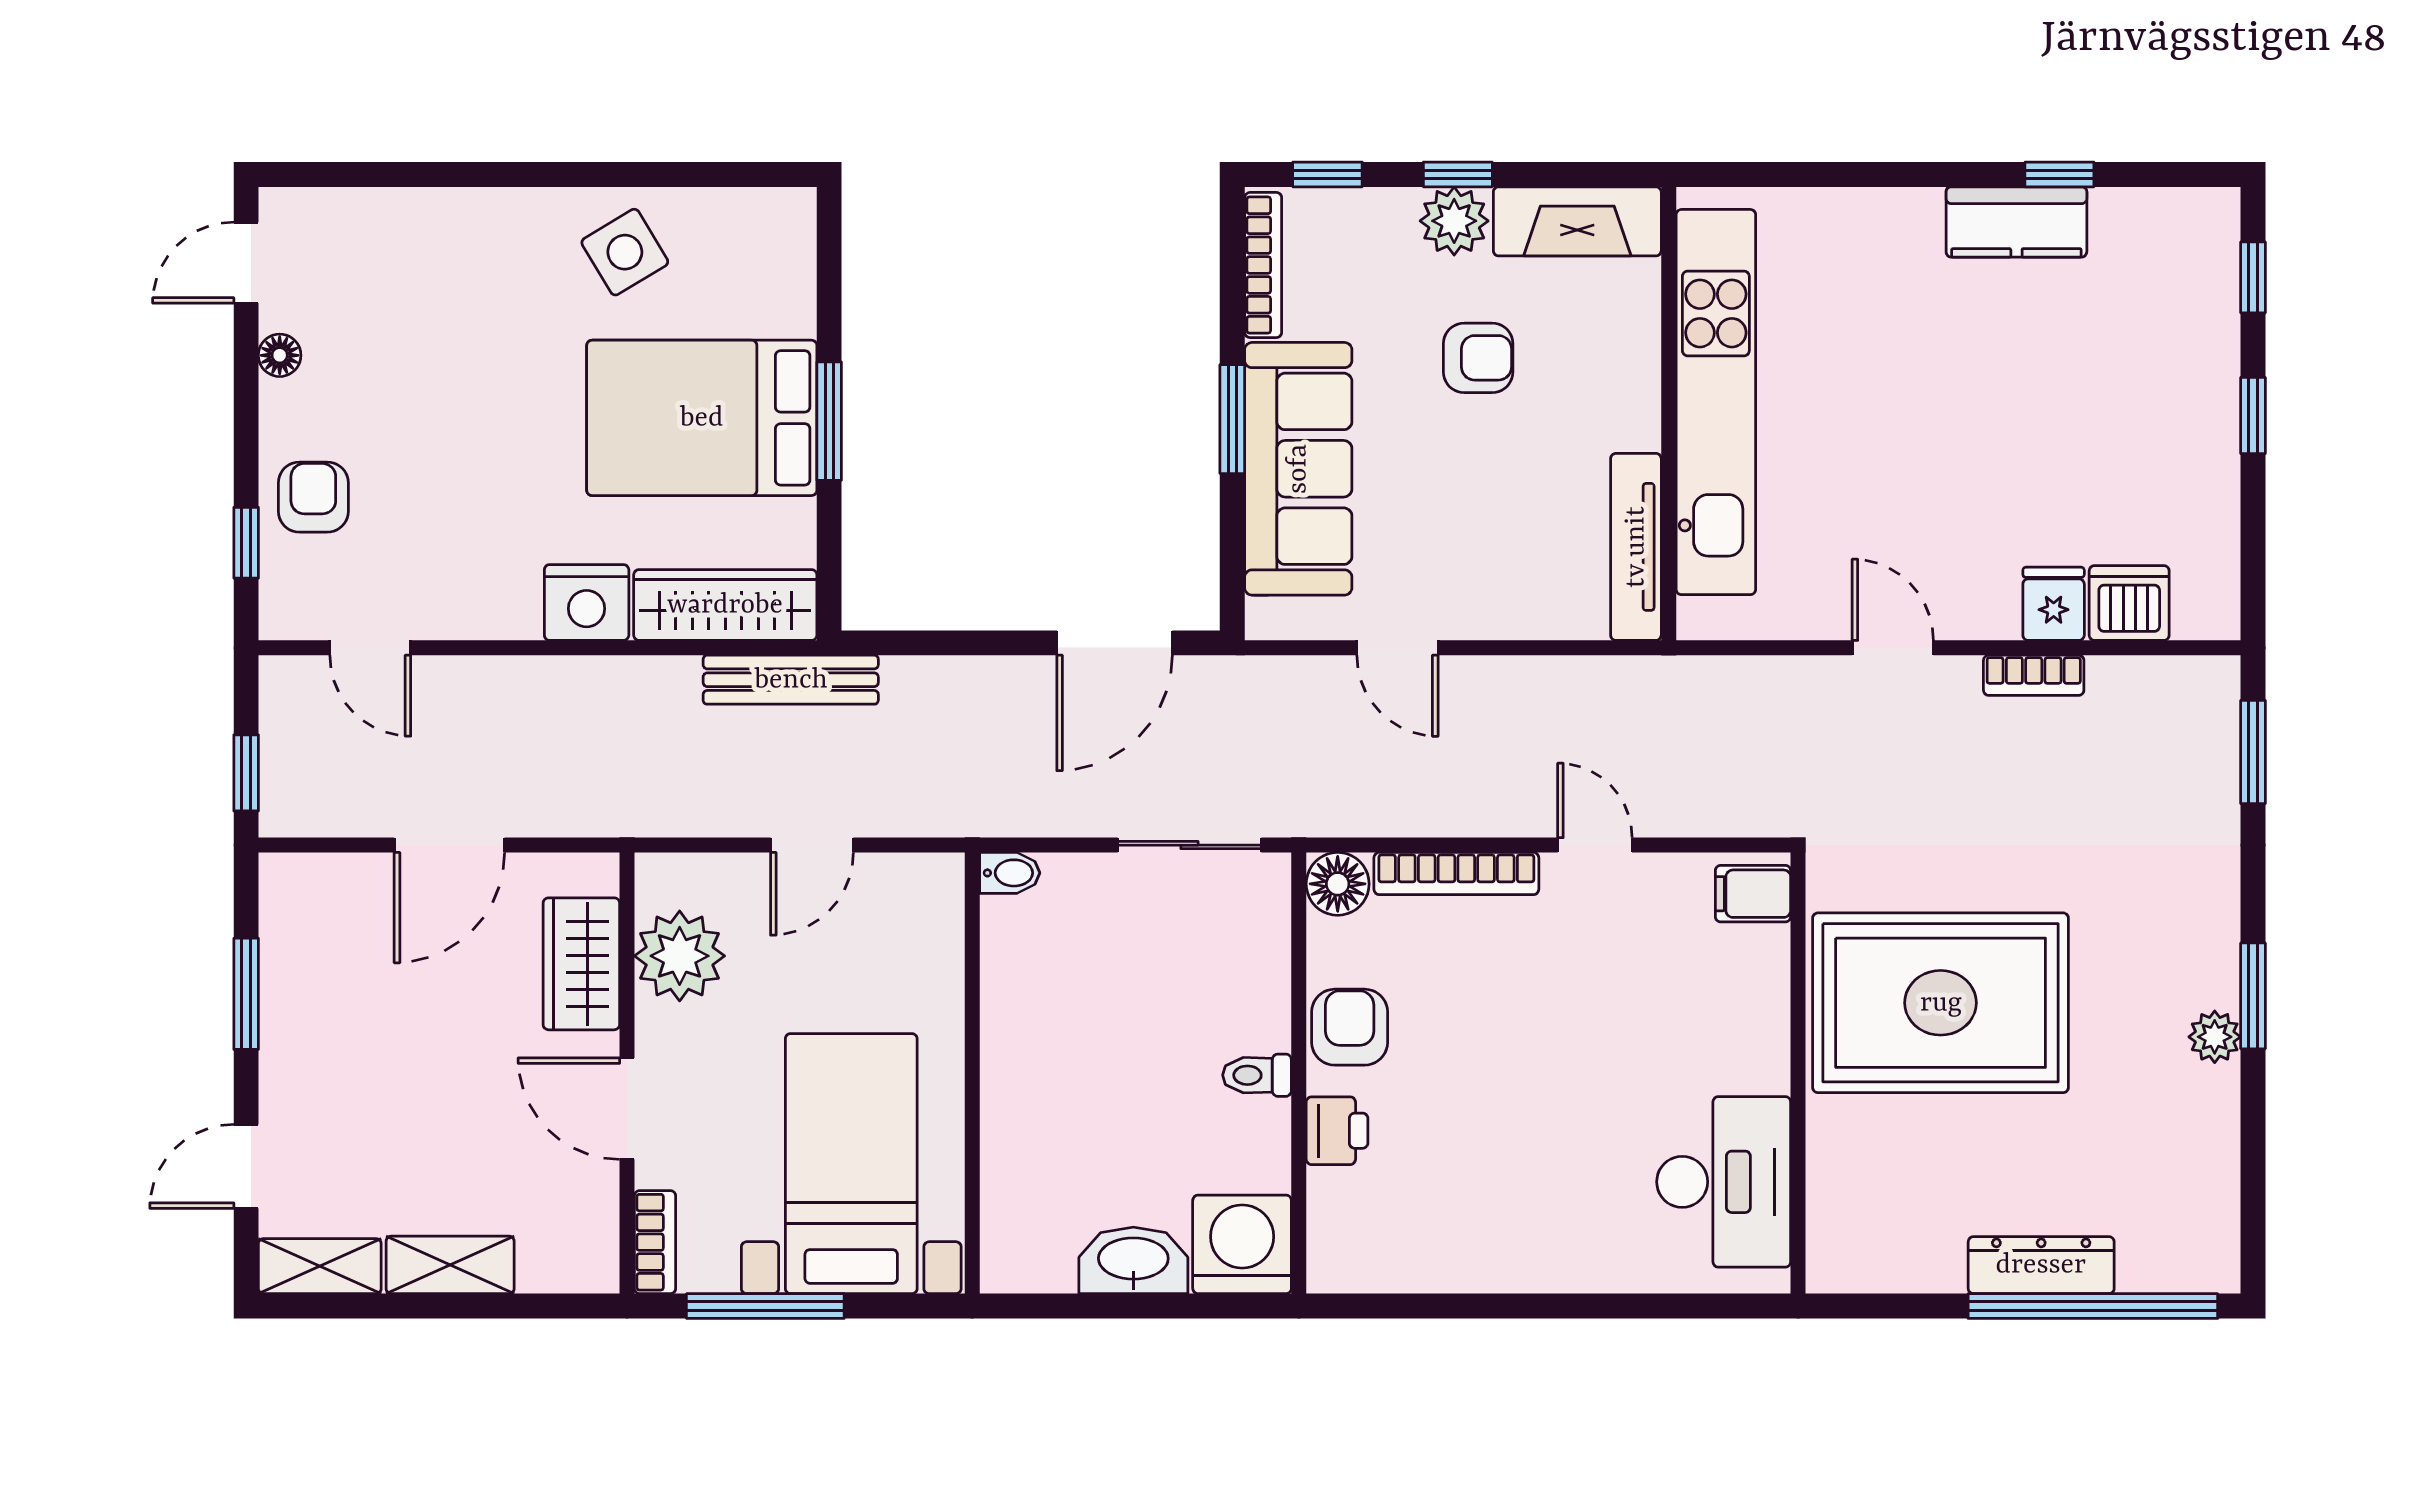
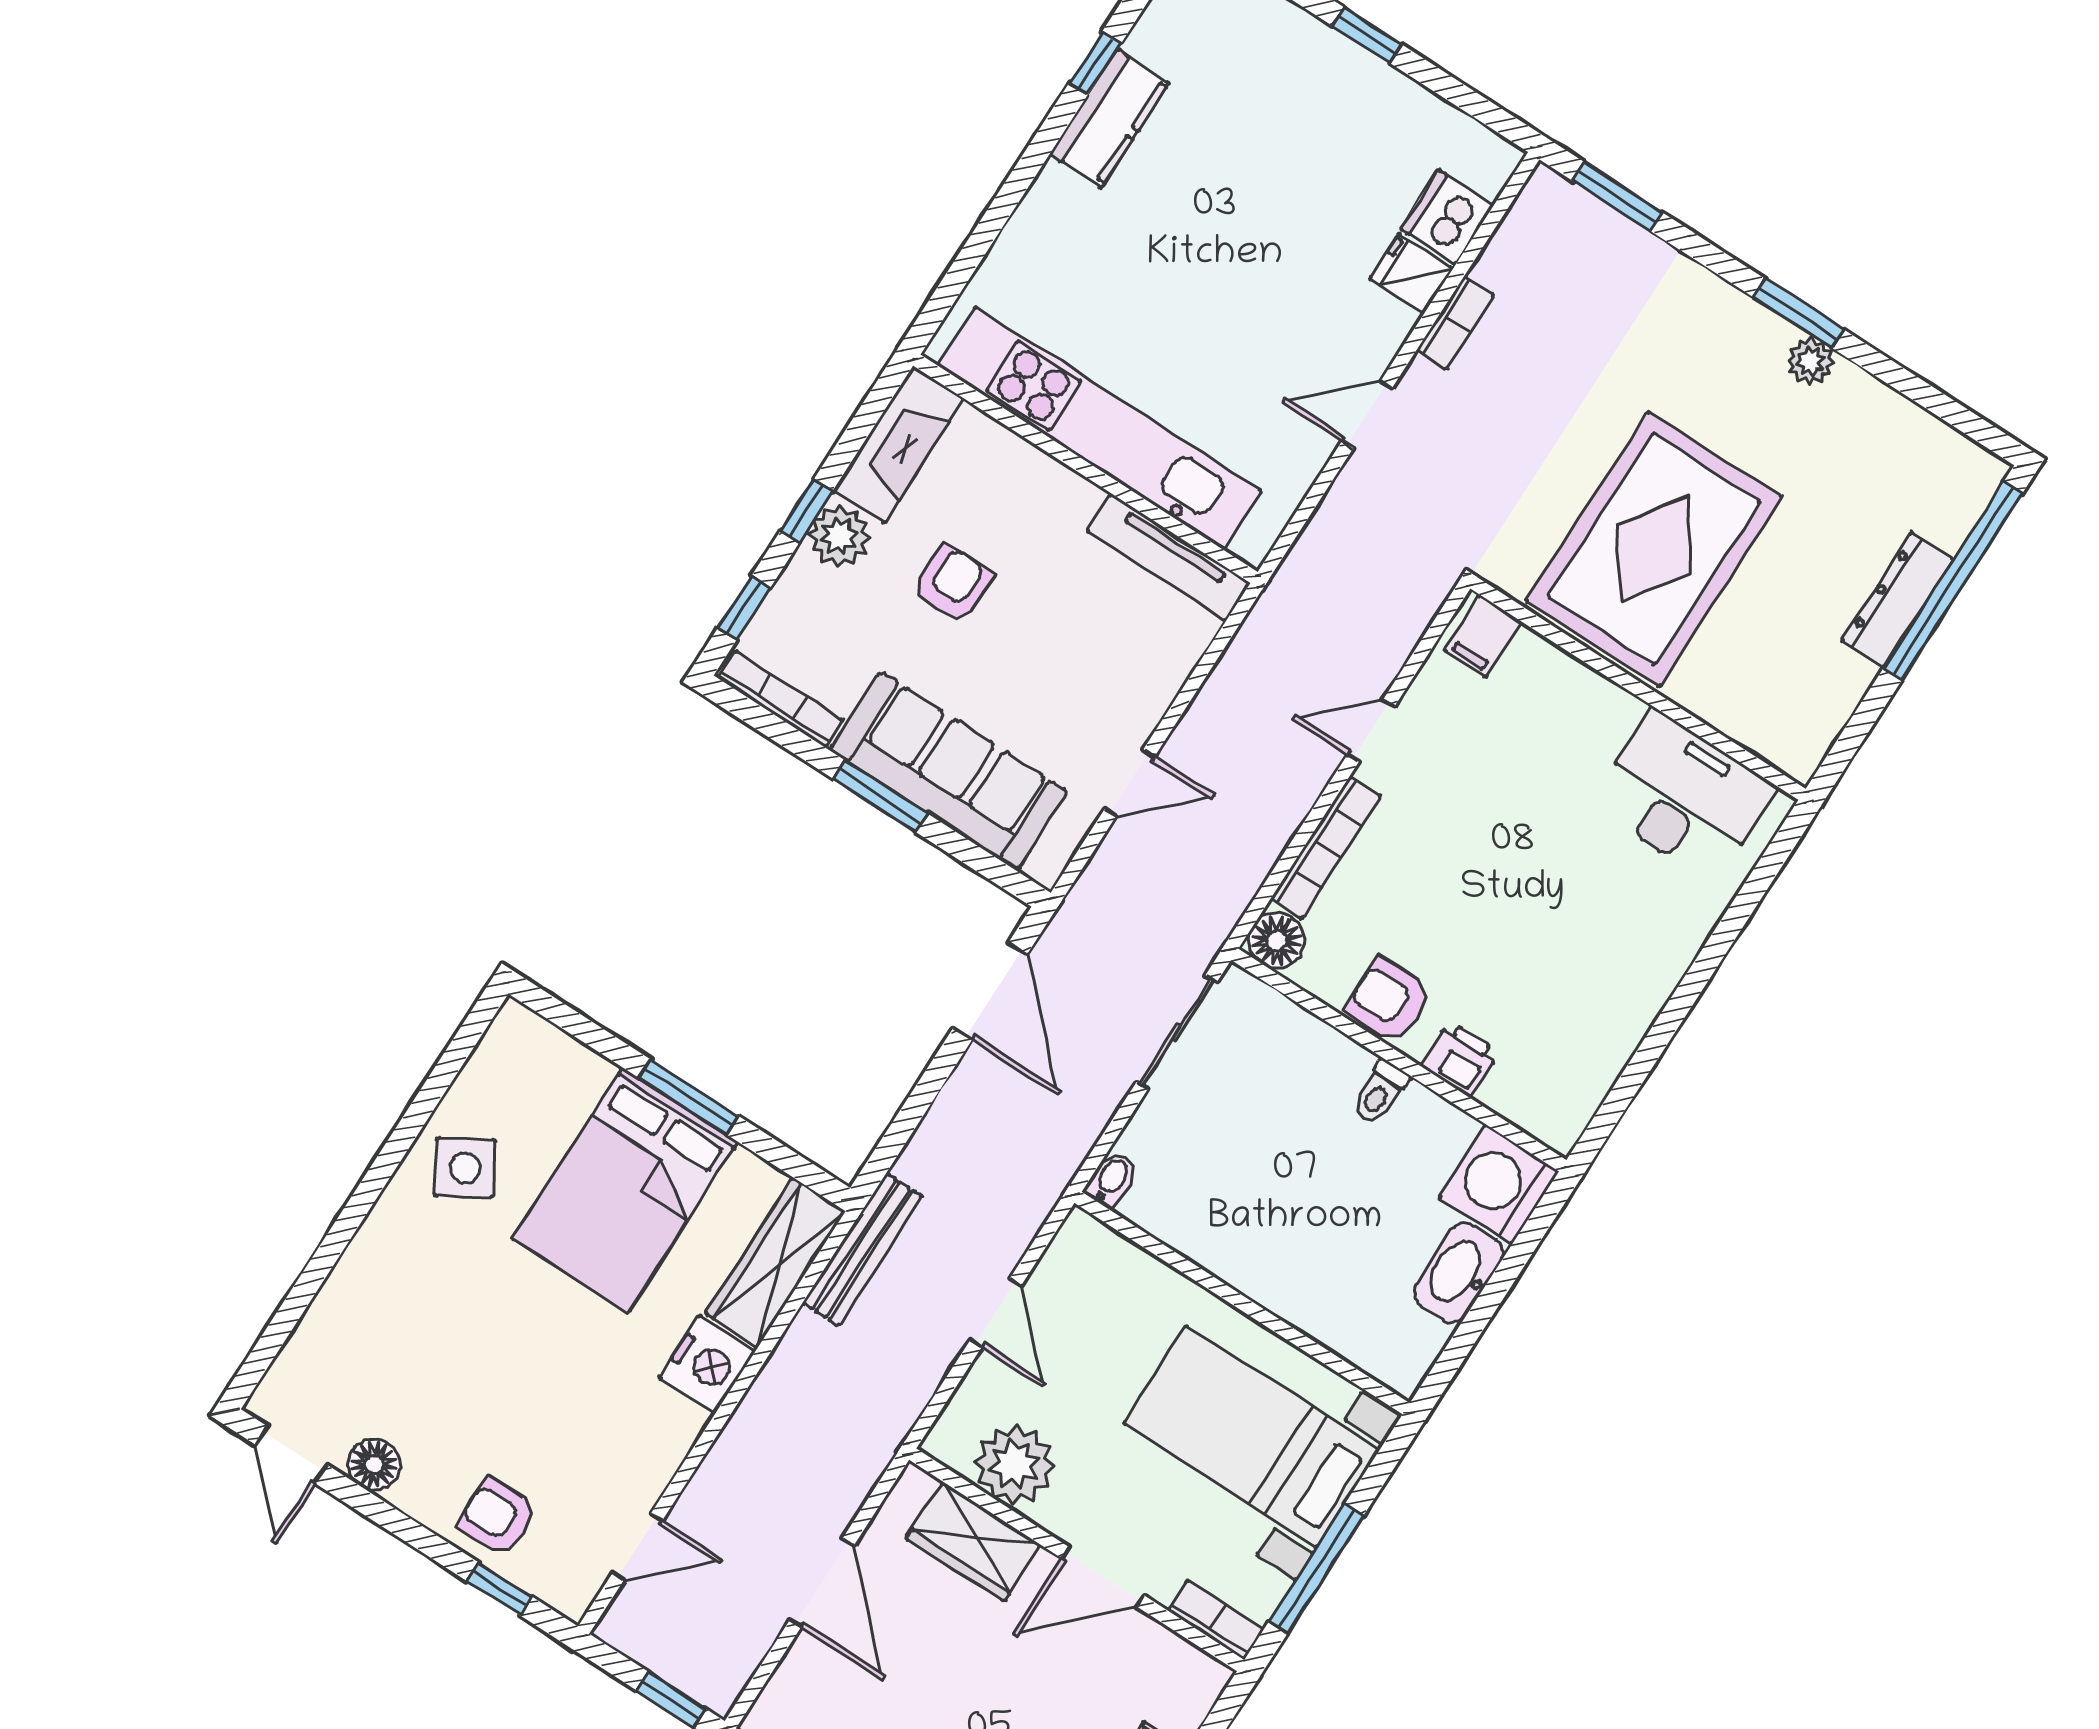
floor lamp: (280, 355) -> (374, 1464), width x1.37, depth x1.37

